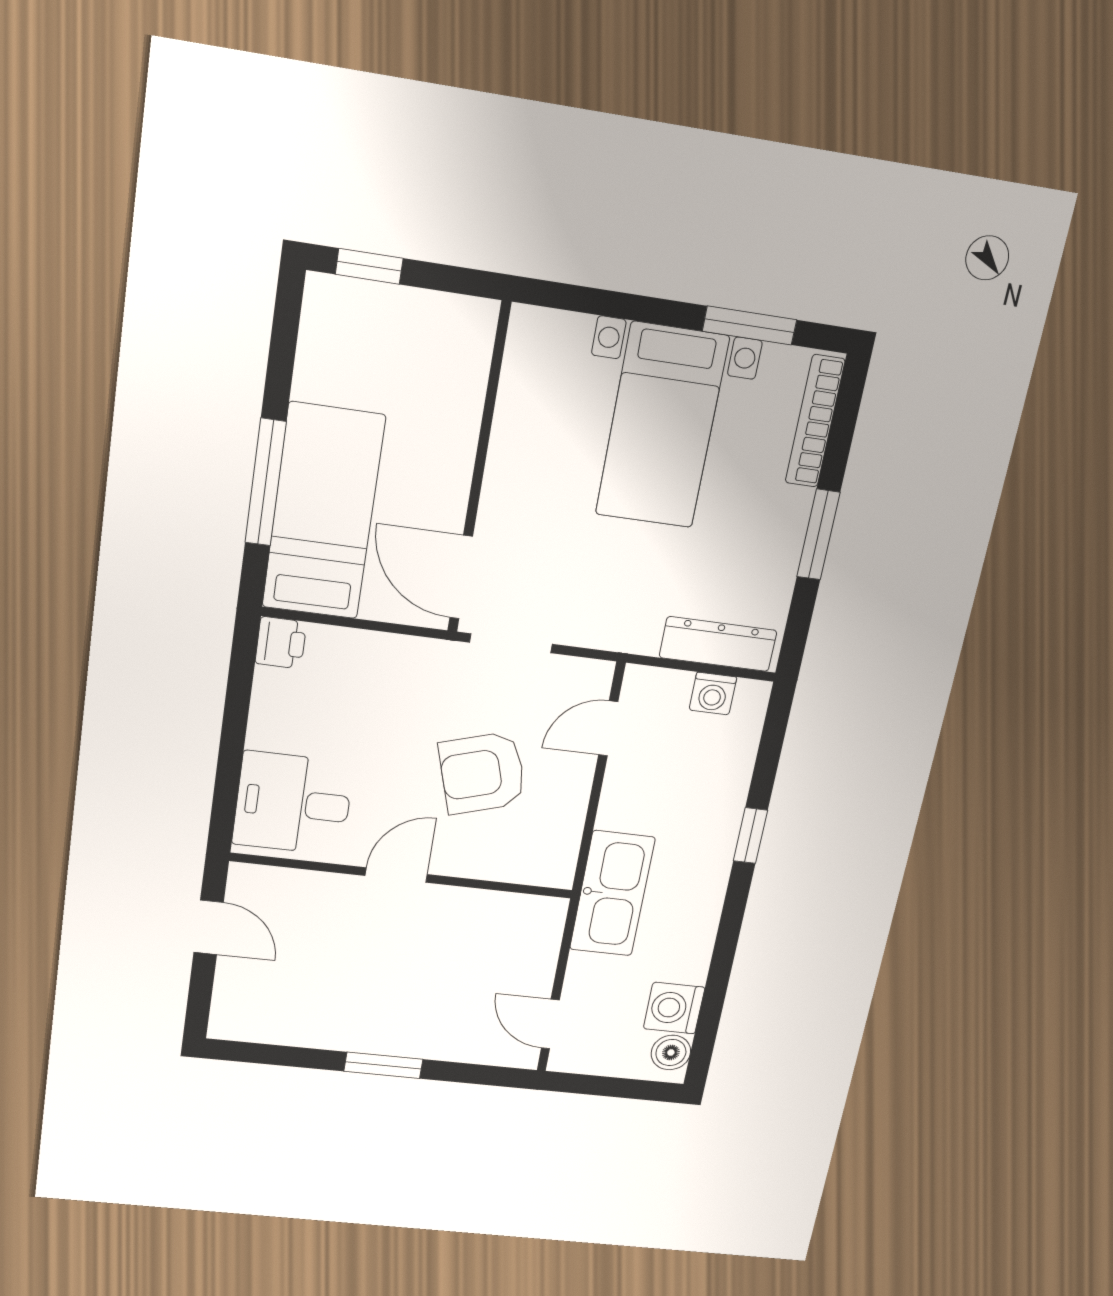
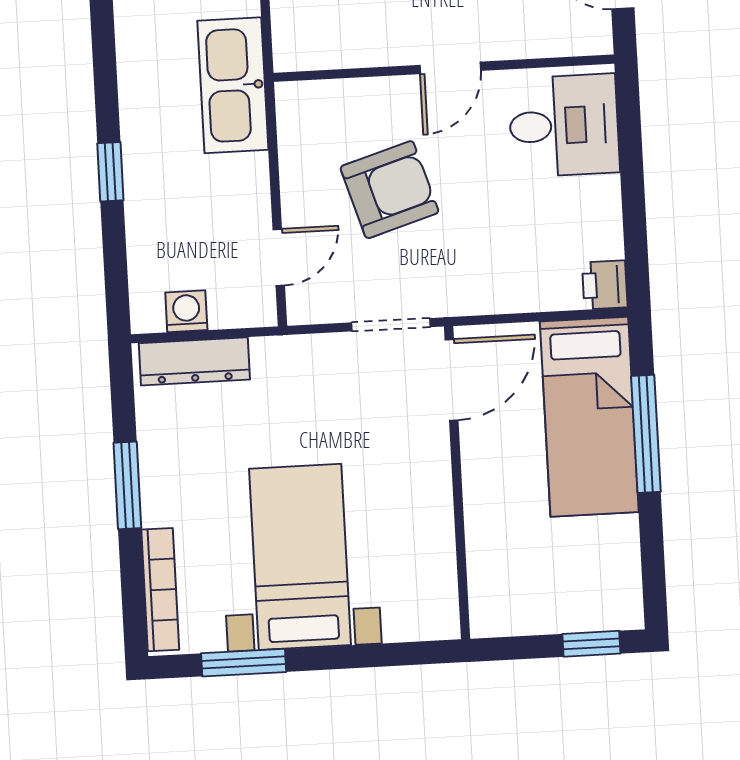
door: (461, 577) -> (452, 380), hinge flipped

